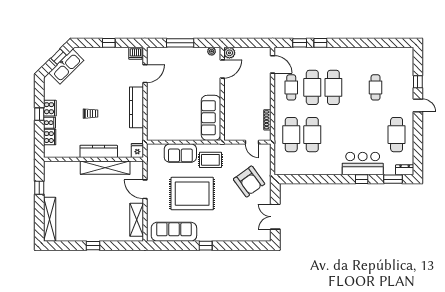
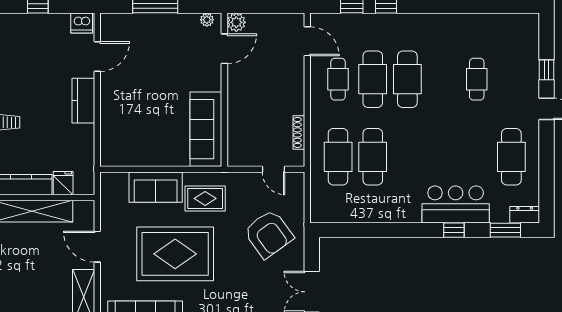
kitchen counter: (136, 107) -> (83, 101), width x0.67
fridge: (137, 151) -> (63, 183), moved

